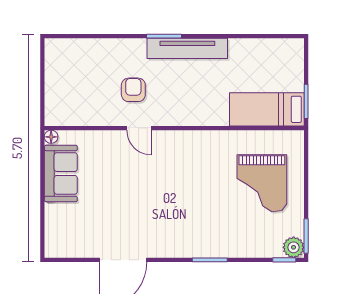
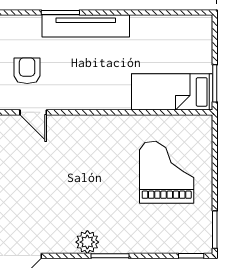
grand piano: (262, 183) -> (167, 172), turned 180
plant: (294, 247) -> (87, 242), moved

